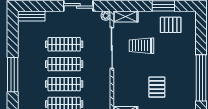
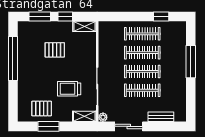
bench: (31, 16) -> (161, 117), moved
trolley: (142, 46) -> (69, 89), turned 180
pallet: (157, 87) -> (55, 50), turned 90

